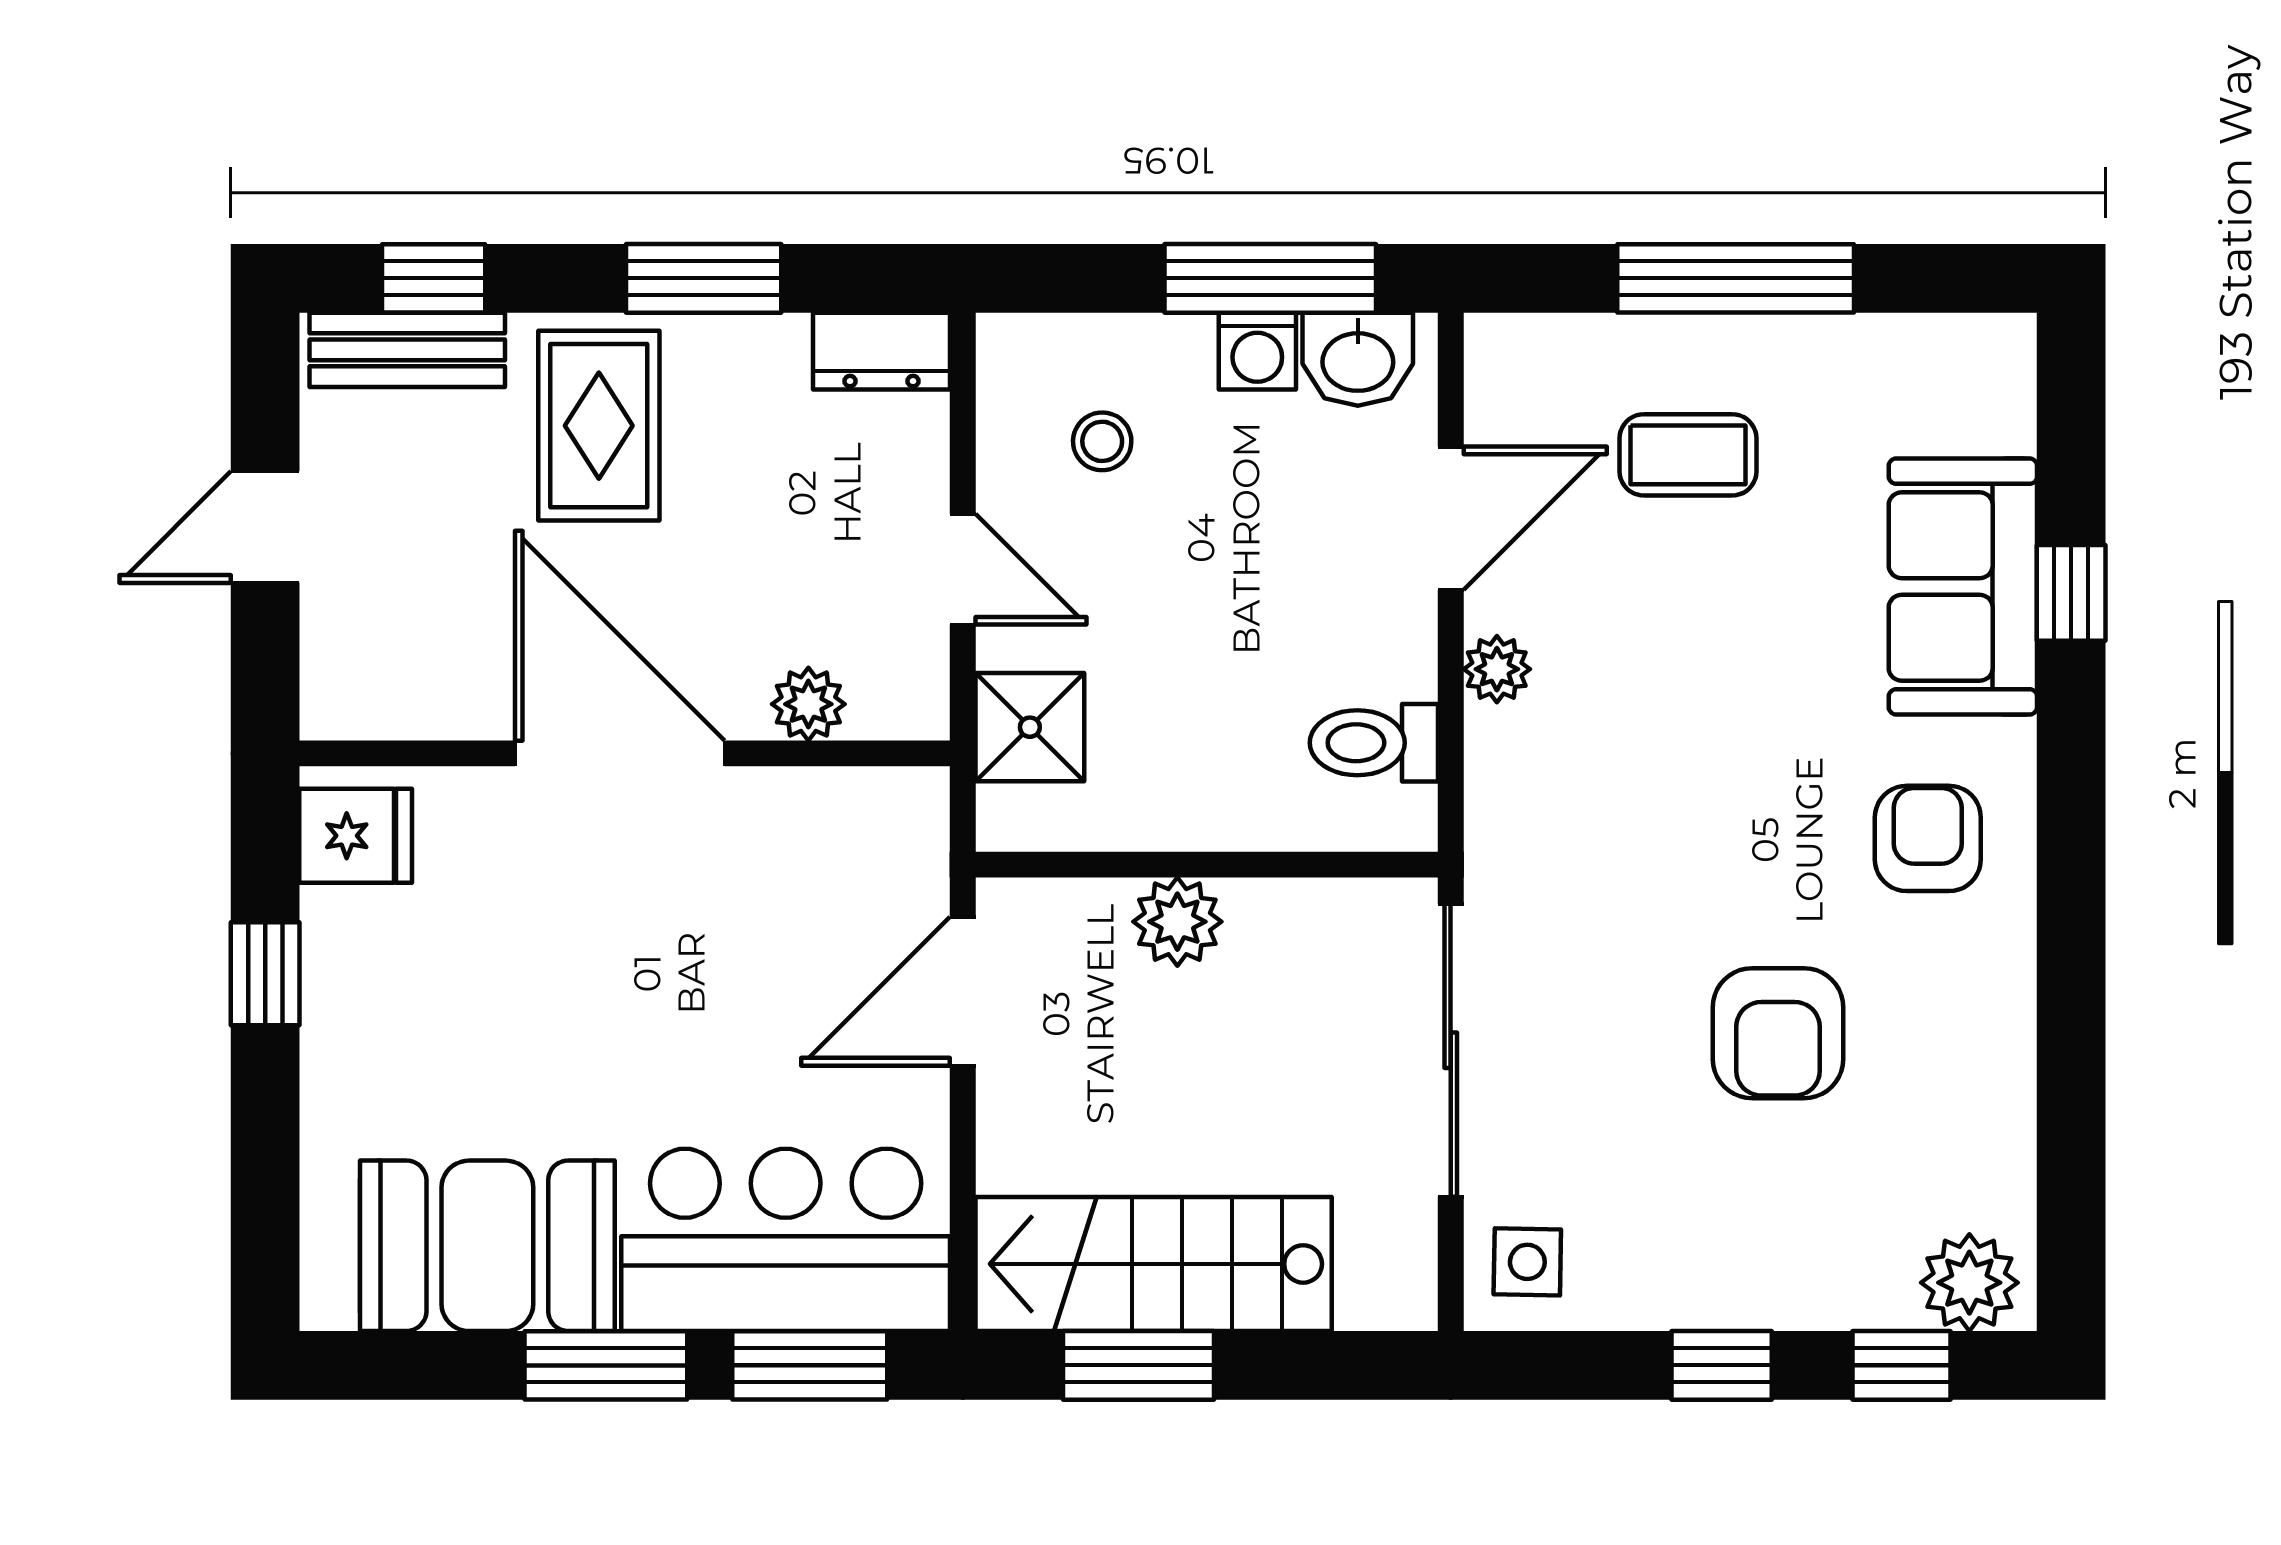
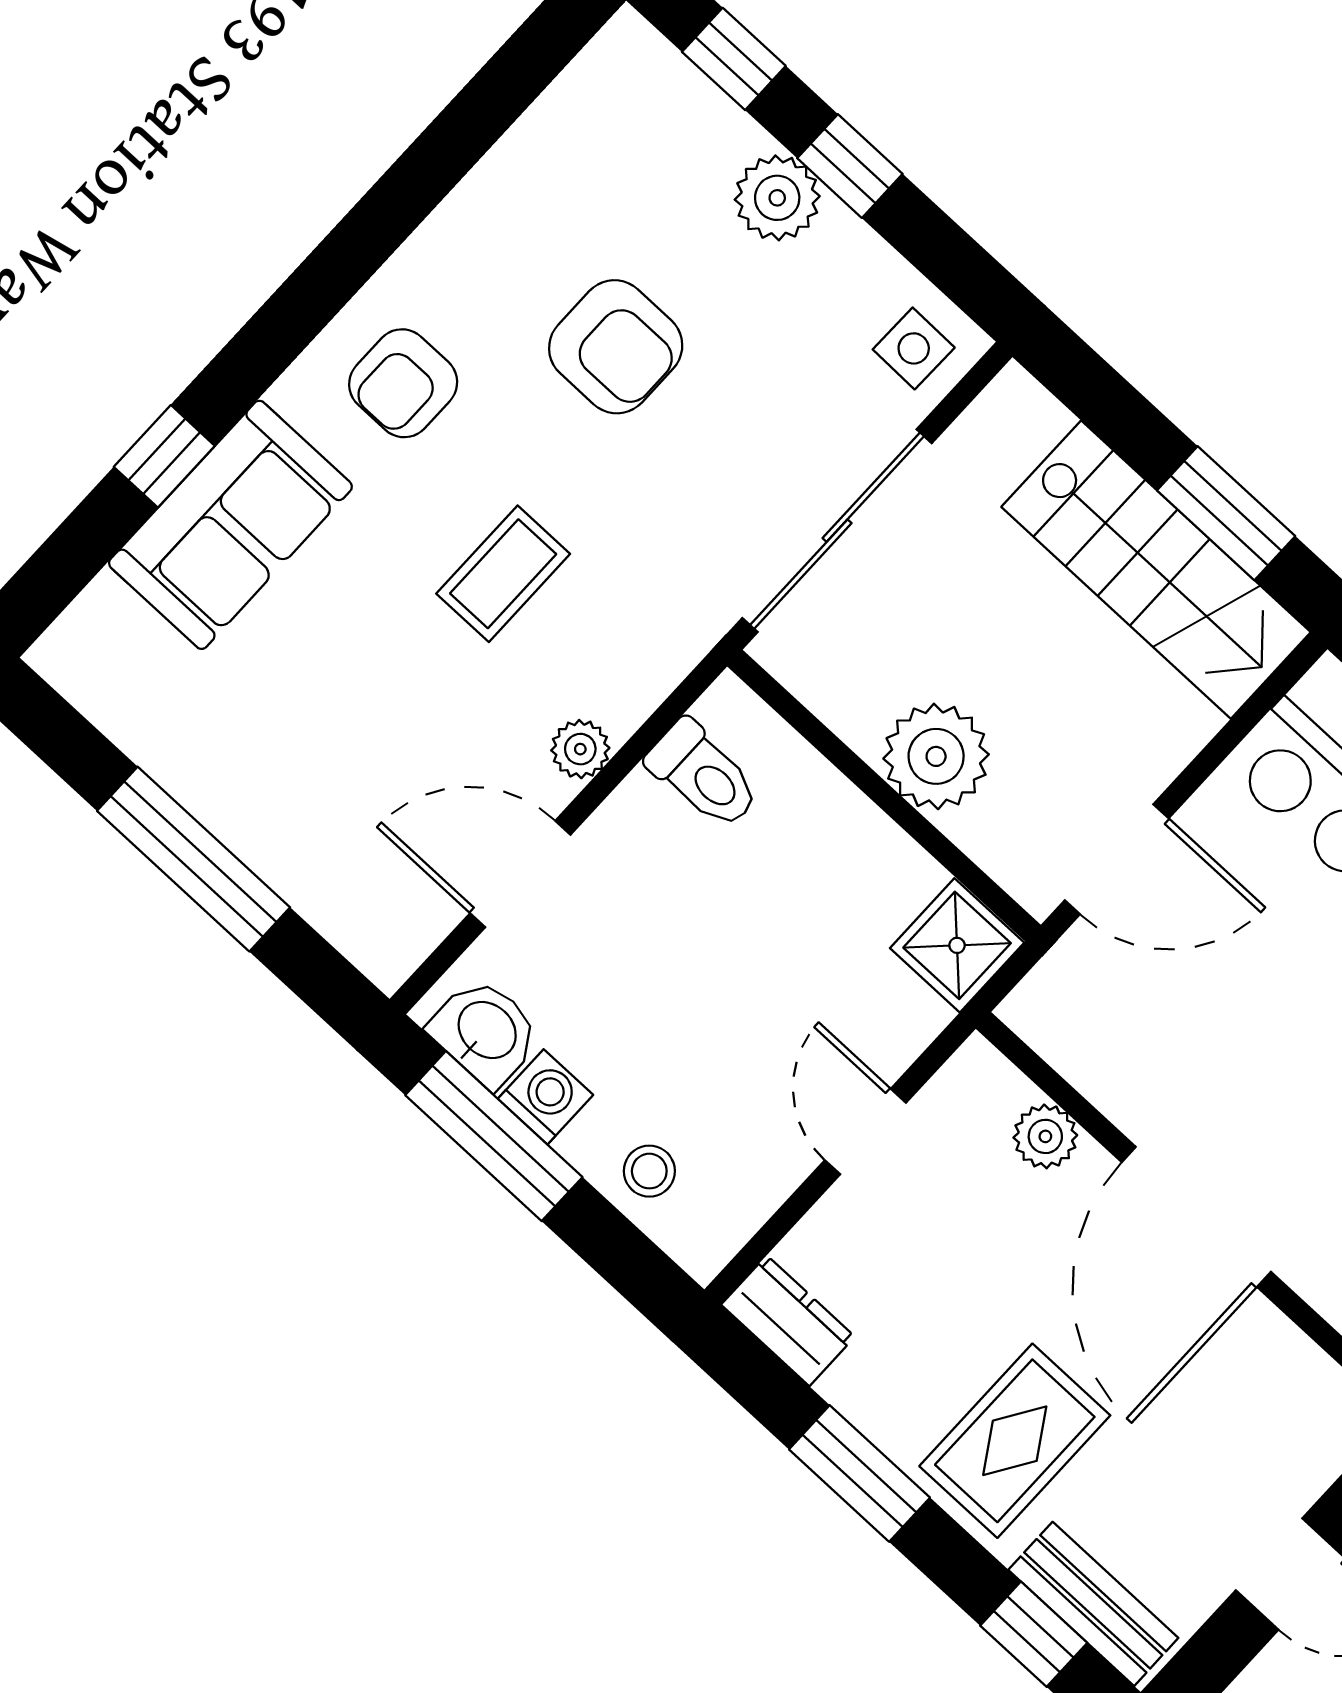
stool: (1102, 441) -> (649, 1171), moved
coffee table: (1688, 455) -> (503, 574), moved, turned 90
shower: (1030, 727) -> (957, 945), moved
plant: (1177, 922) -> (936, 756), width x1.36, depth x1.36
armchair: (1778, 1033) -> (616, 347), turned 90
plant: (1969, 1283) -> (777, 198), moved

